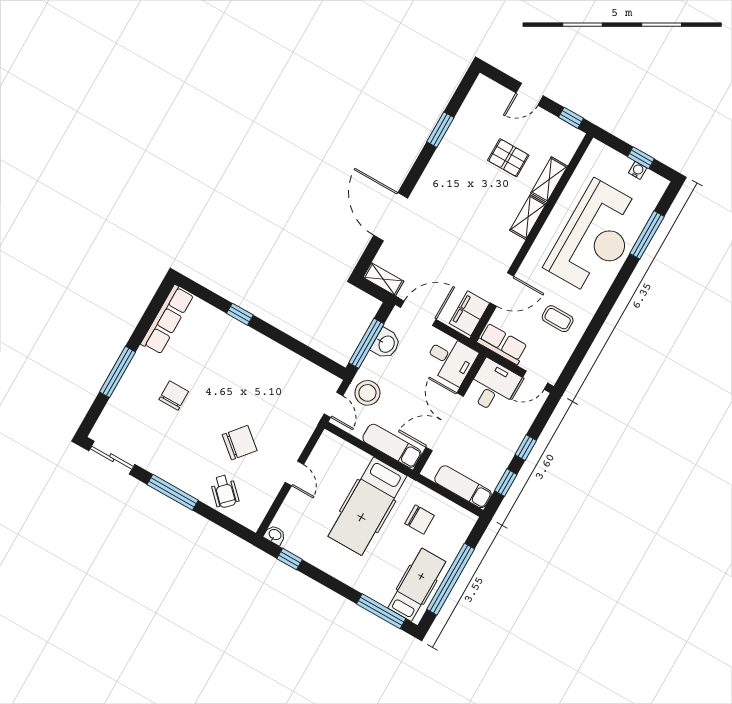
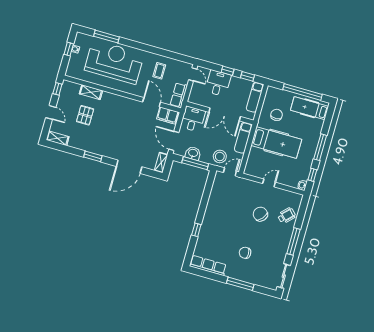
window: (440, 130) -> (93, 156), moved
shelving: (528, 217) -> (58, 138), moved
desk: (493, 386) -> (218, 83), moved, turned 90
window: (381, 611) -> (320, 147), moved

